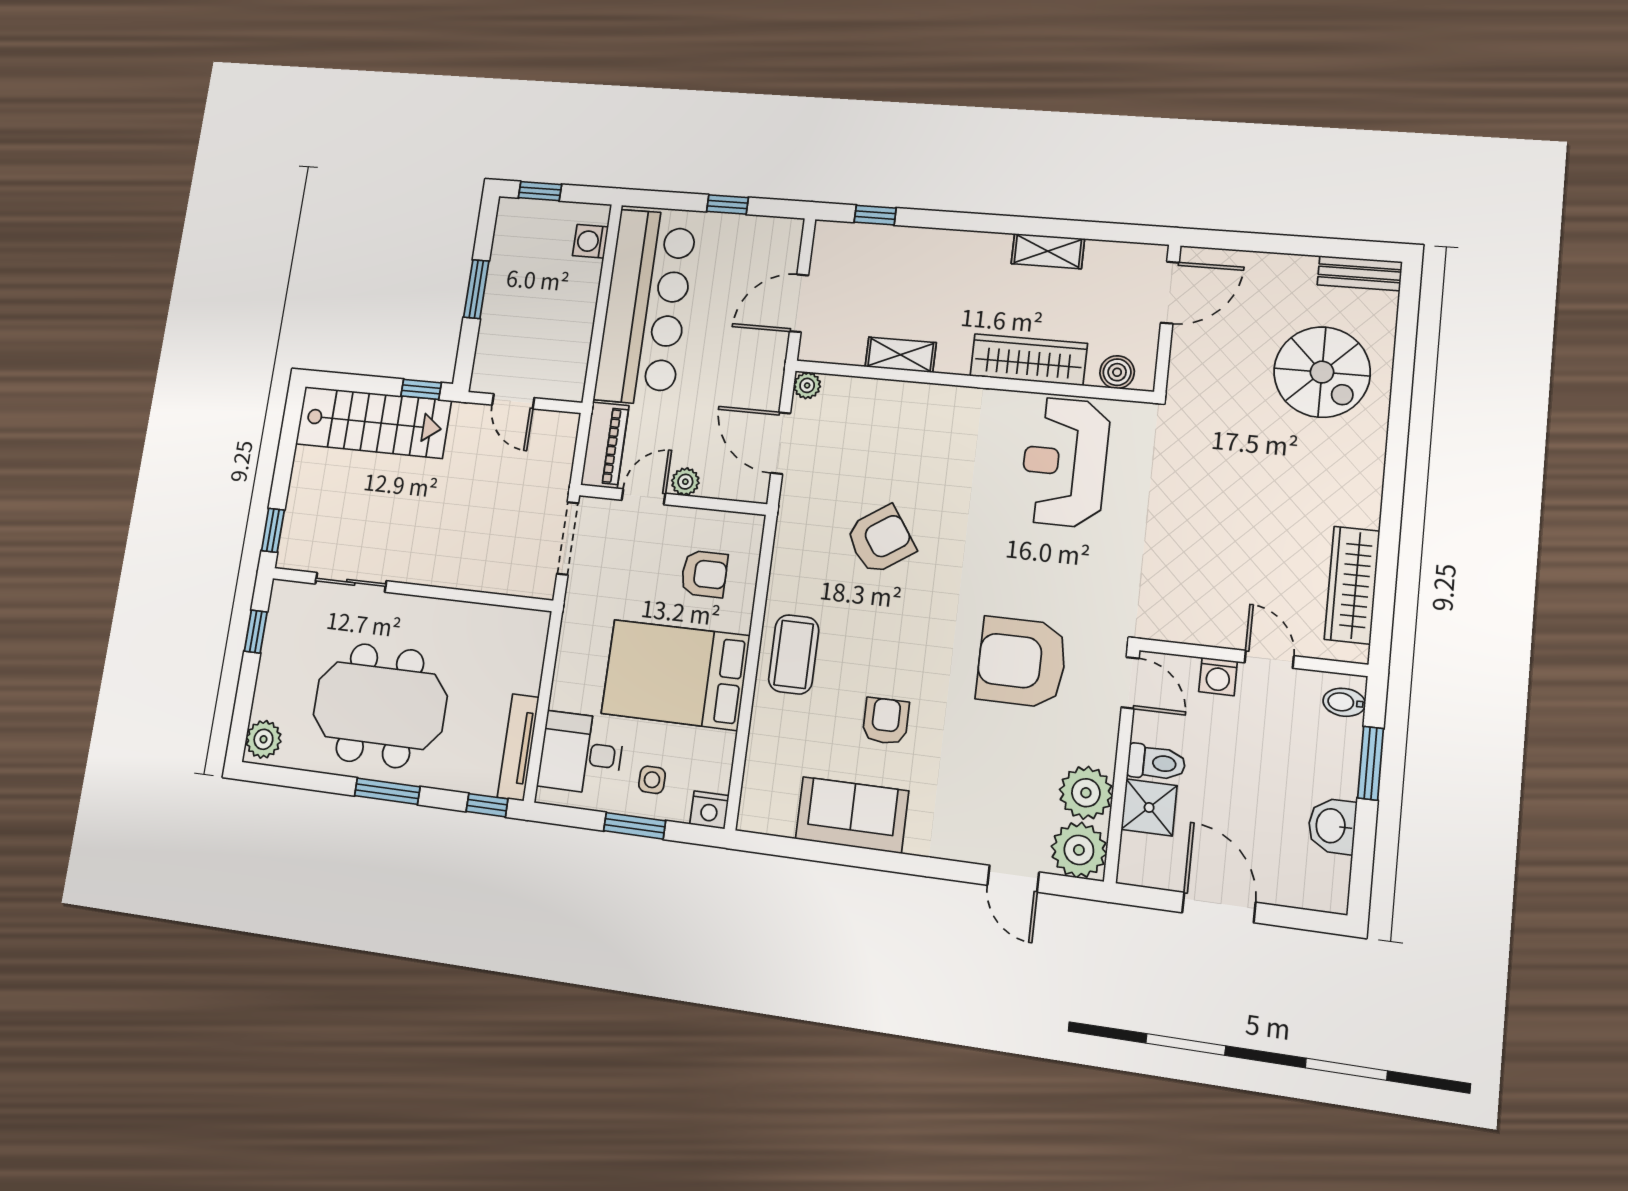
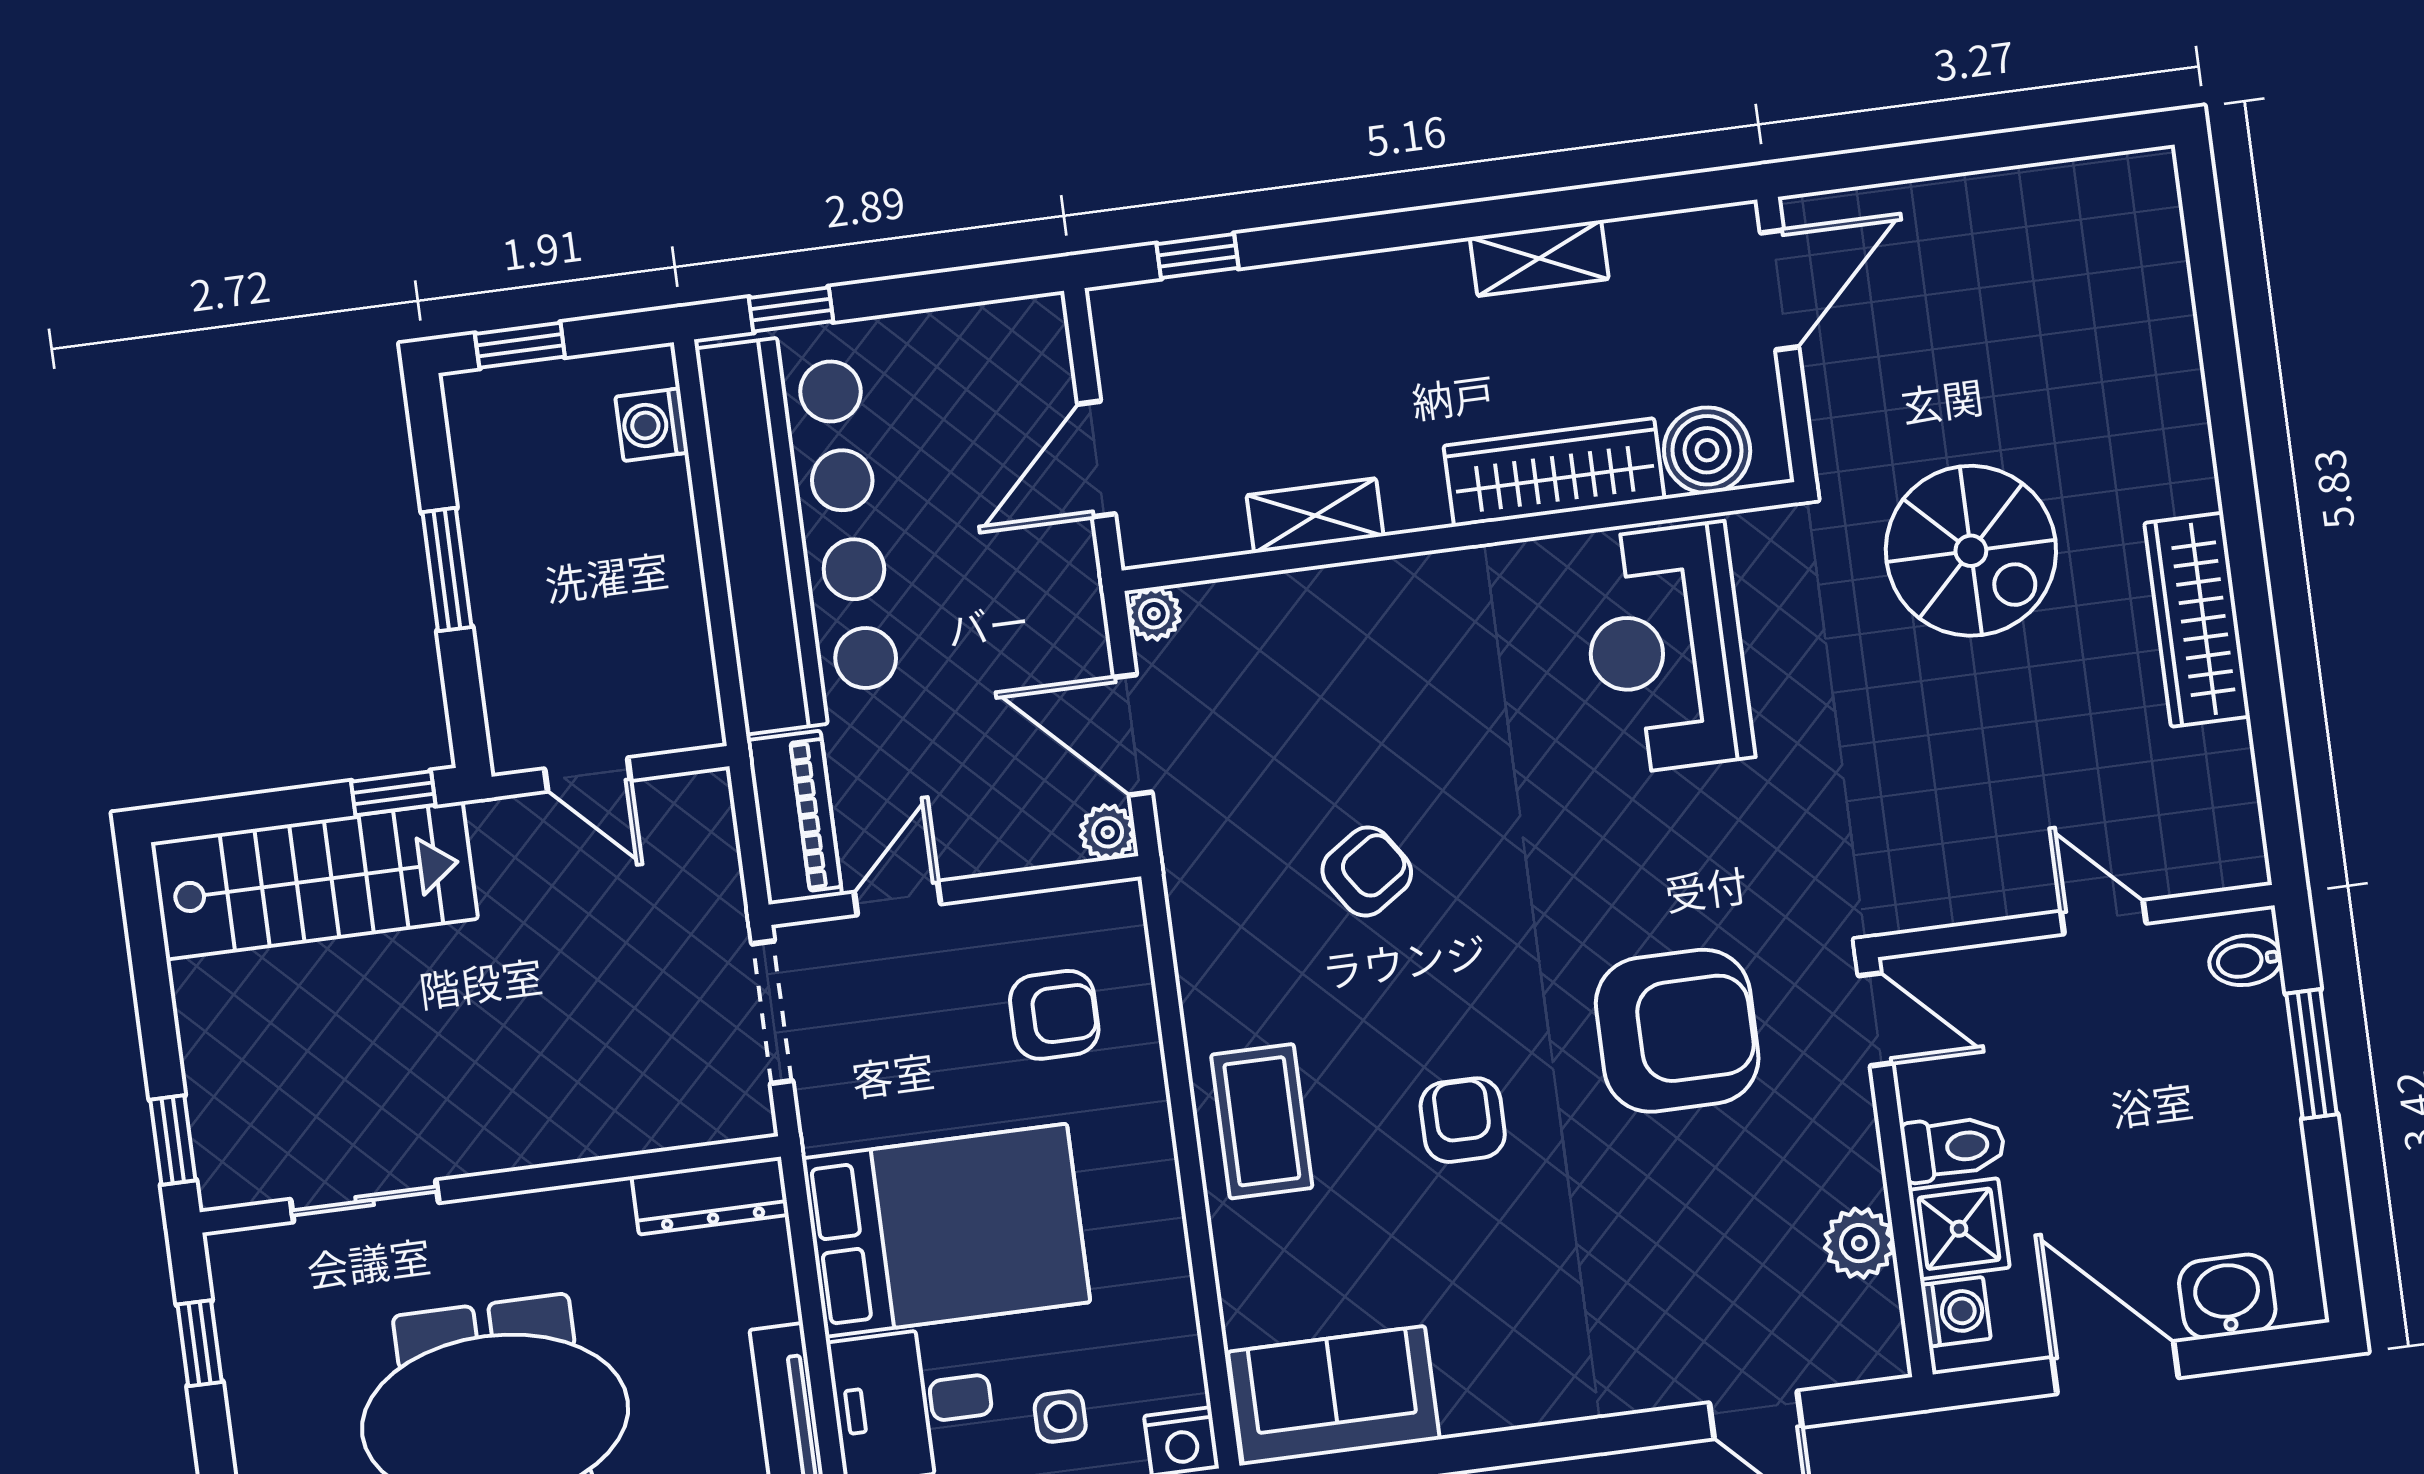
window: (727, 205) -> (791, 310), moved
bench: (1360, 273) -> (2106, 182), removed
boiler: (1117, 372) -> (1707, 450), width x1.36, depth x1.36
spiral stairs: (1322, 372) -> (1971, 551), moved
plant: (685, 482) -> (1108, 832), moved
armchair: (880, 540) -> (1367, 871), width x0.72, depth x0.72
wardrobe: (1352, 585) -> (2197, 620), moved
dresser: (513, 622) -> (710, 1196), added
armchair: (1022, 662) -> (1677, 1031), turned 180
bed: (675, 675) -> (946, 1230), moved, turned 180
washing machine: (1218, 676) -> (1956, 1312), moved, turned -90
armchair: (886, 721) -> (1463, 1120), moved
plant: (1086, 793) -> (1859, 1243), width x0.73, depth x0.73
sofa: (852, 815) -> (1334, 1396), moved
washbasin: (1332, 826) -> (2227, 1296), moved, turned 90
plant: (1079, 850) -> (1857, 1334), removed

